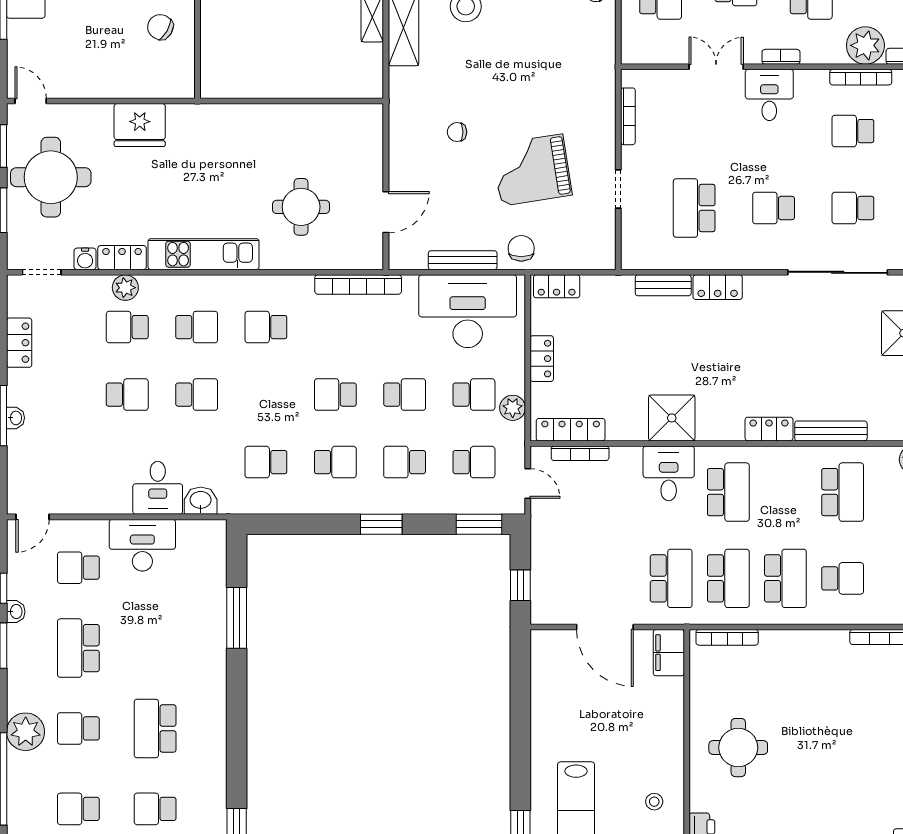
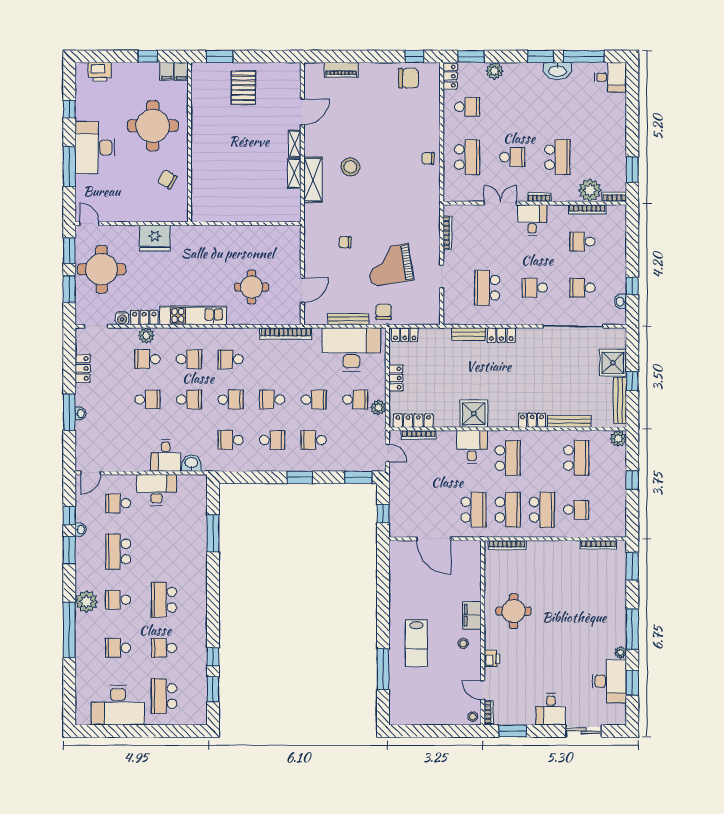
school desk: (474, 462) -> (231, 400), moved
filing cabinet: (669, 653) -> (472, 615), moved

